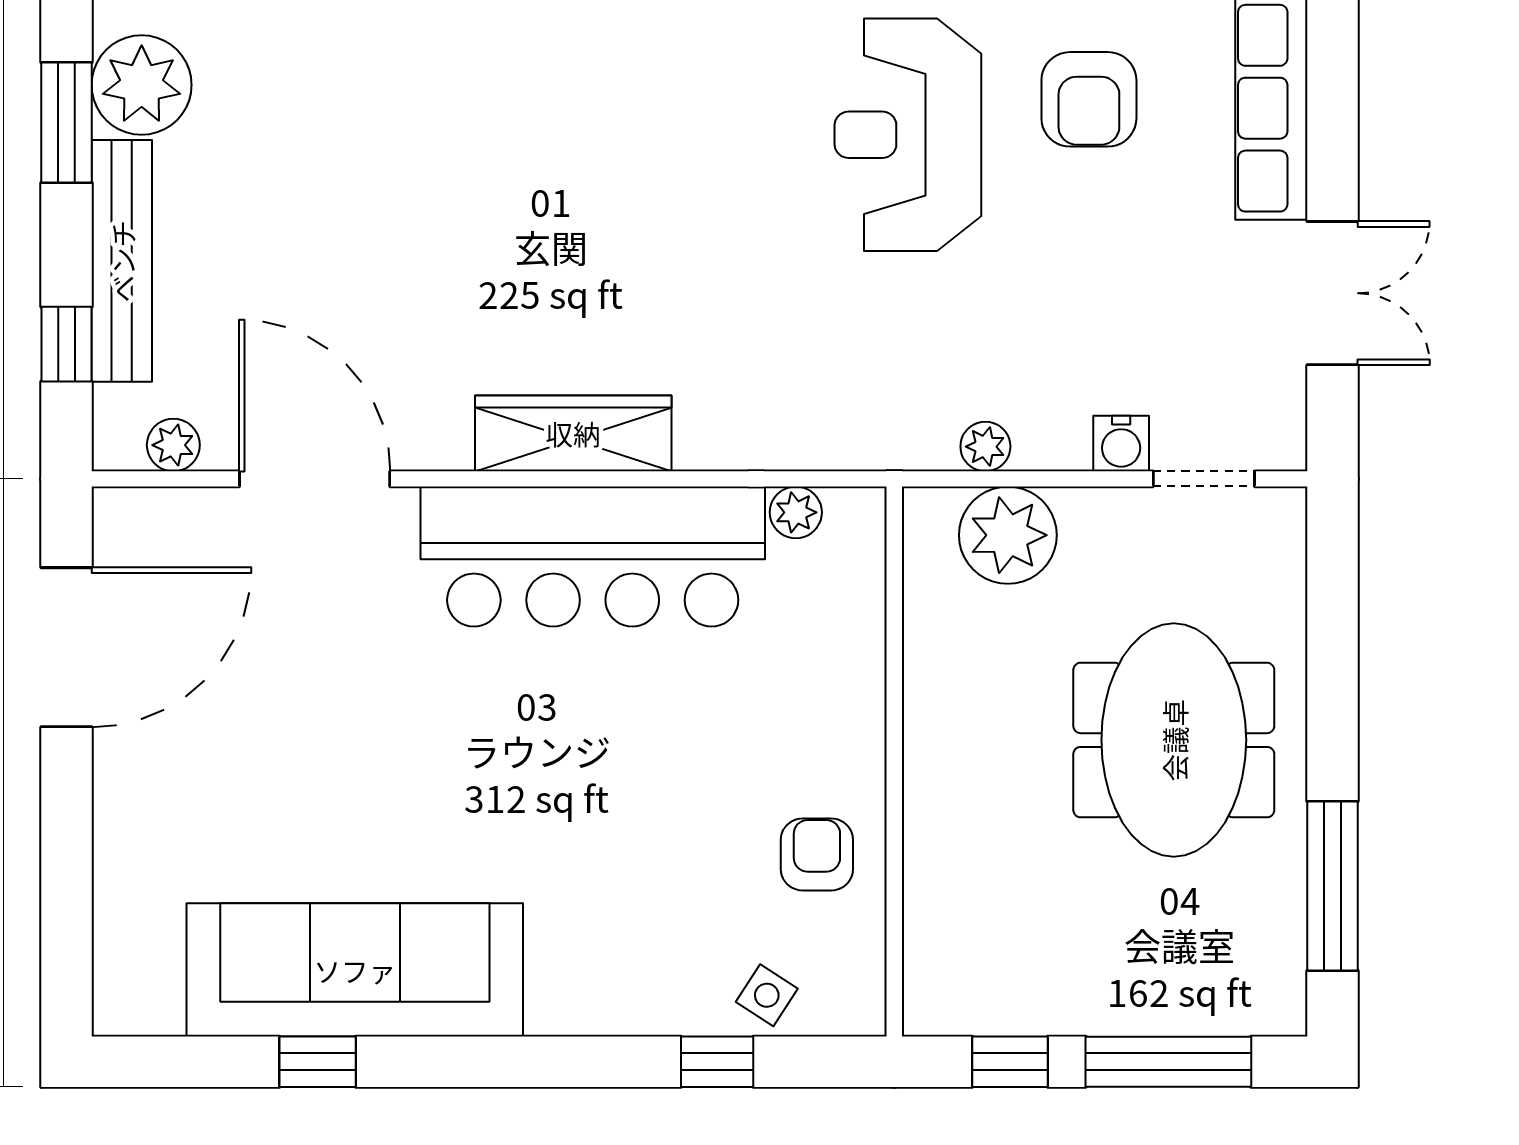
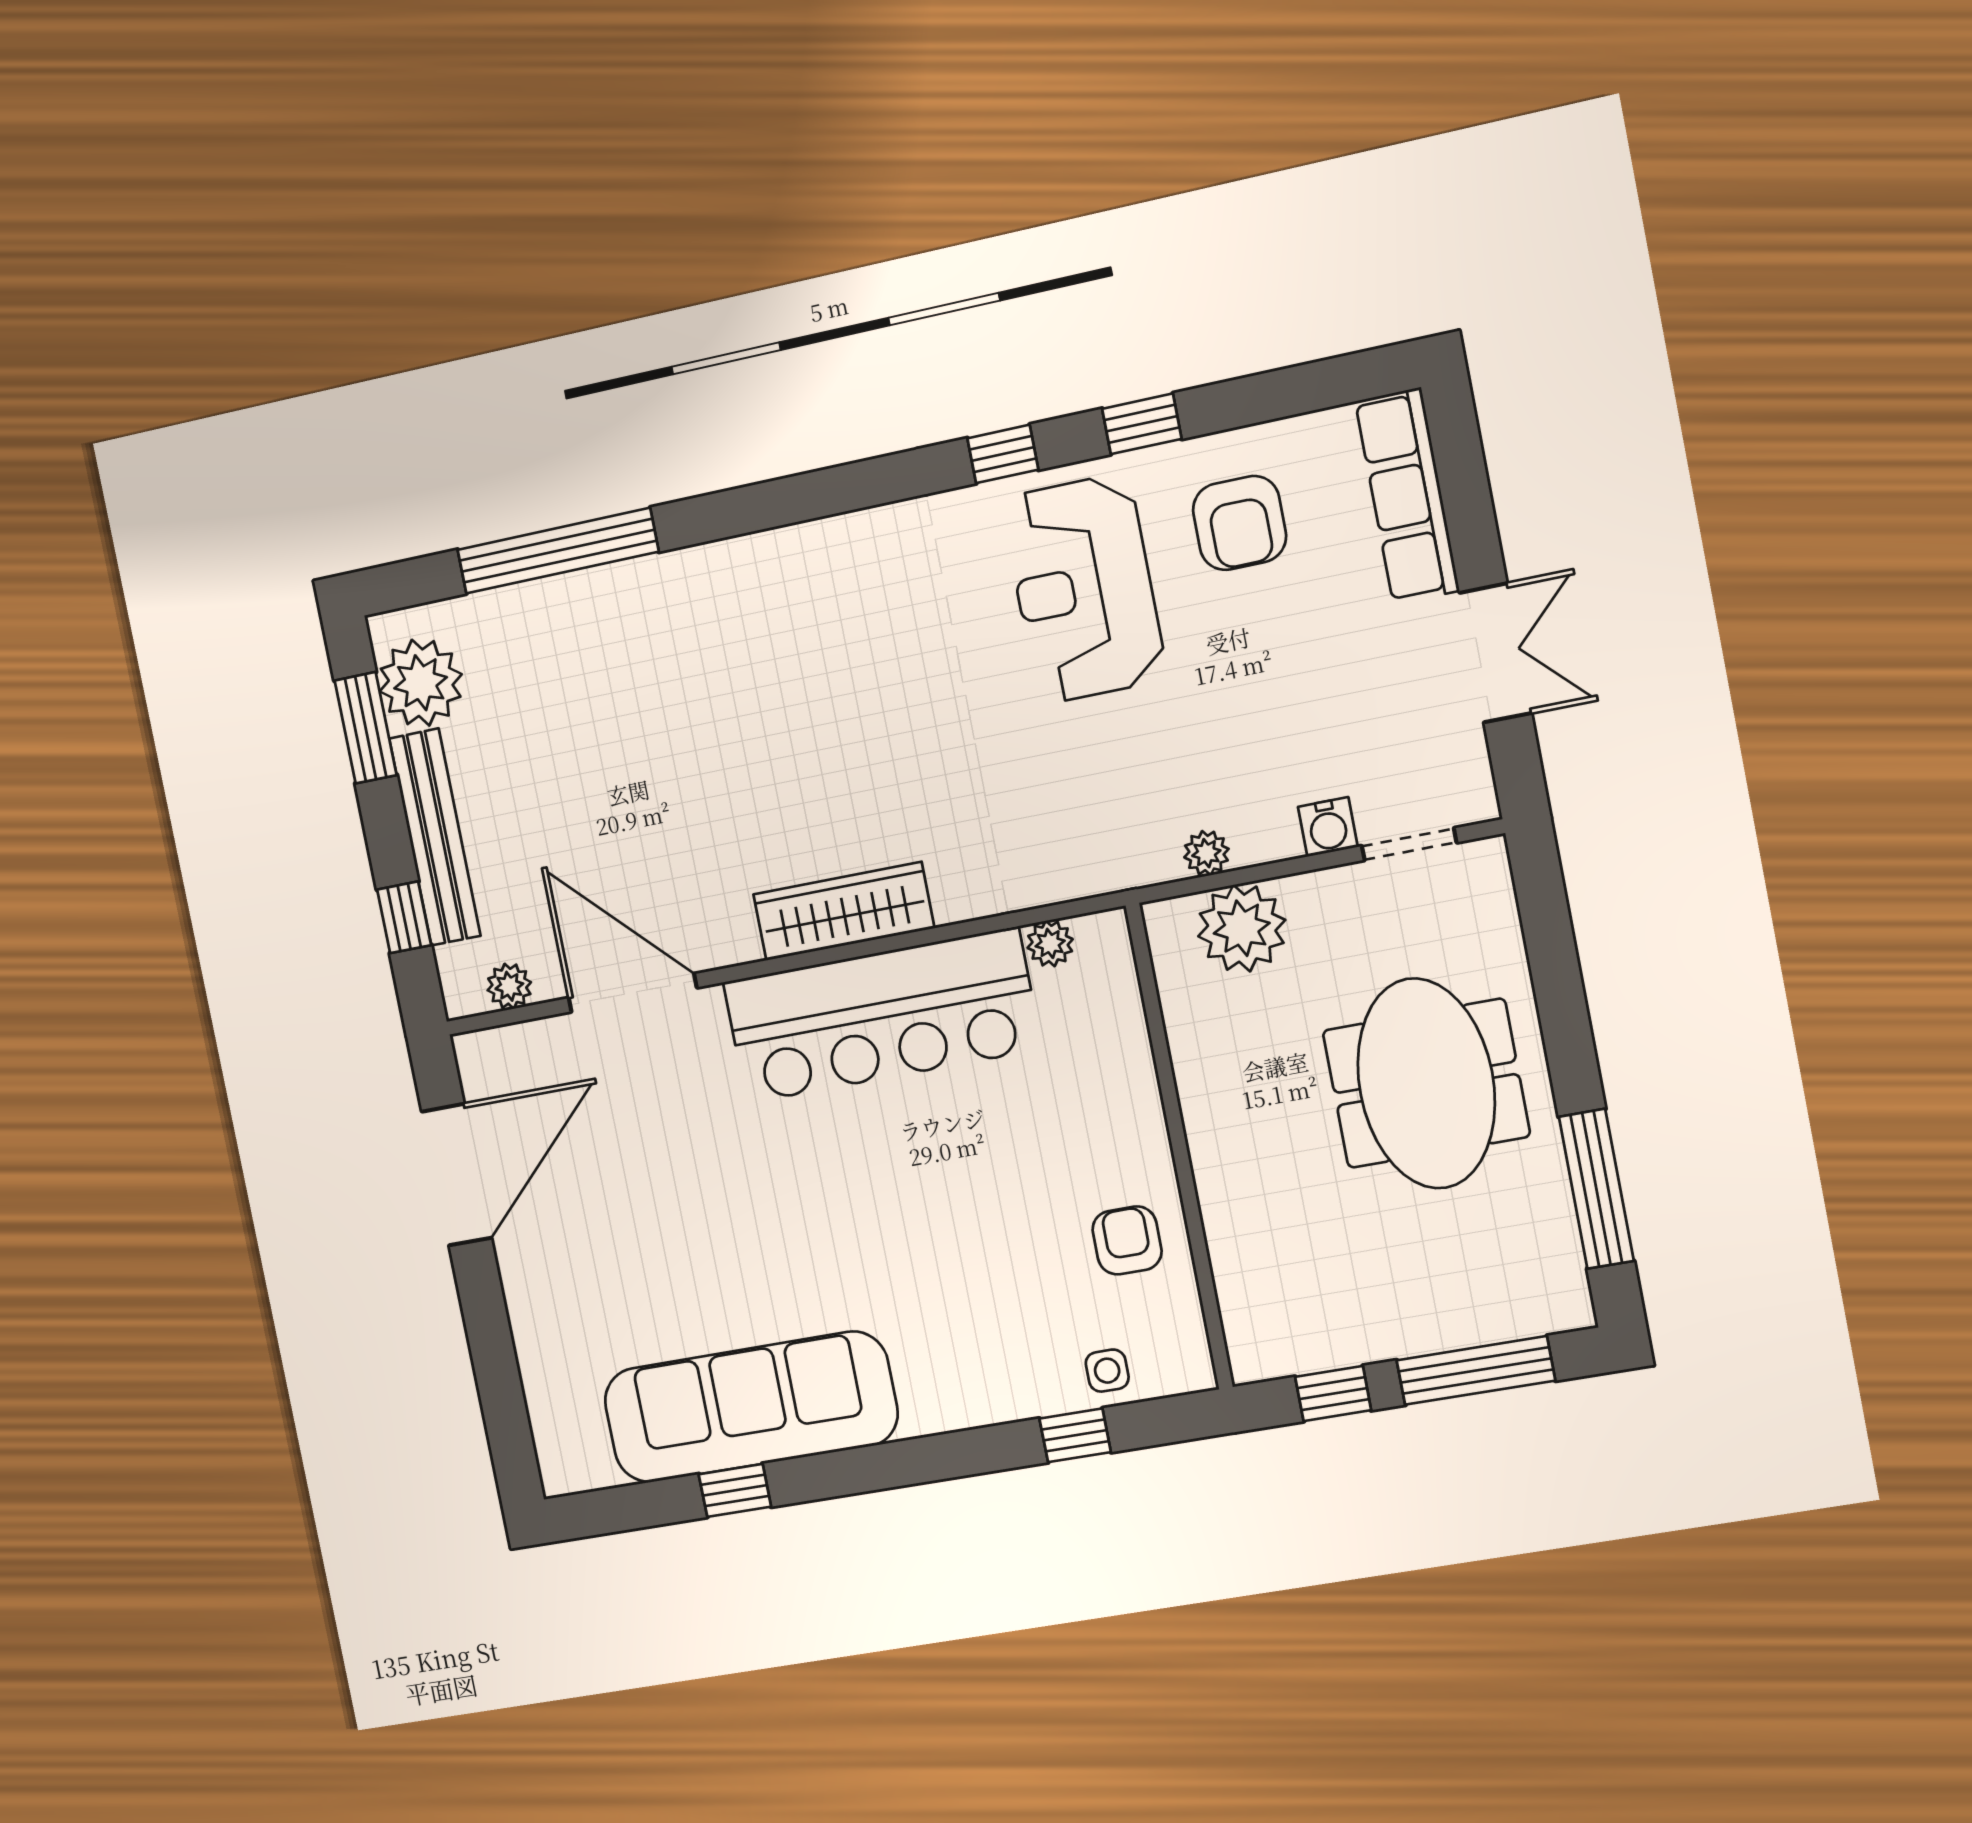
side table: (767, 995) -> (1107, 1371), turned -33

